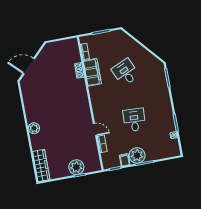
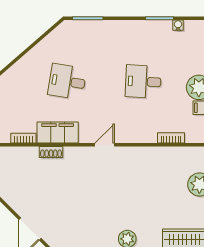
desk: (125, 72) -> (67, 82), turned 33
door: (95, 129) -> (105, 145), moved

